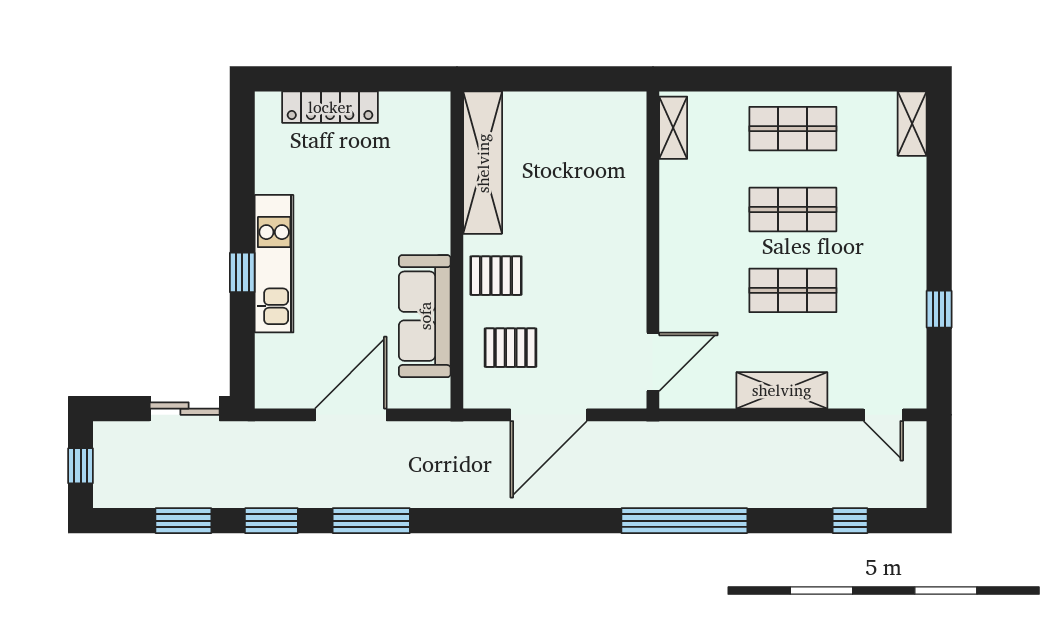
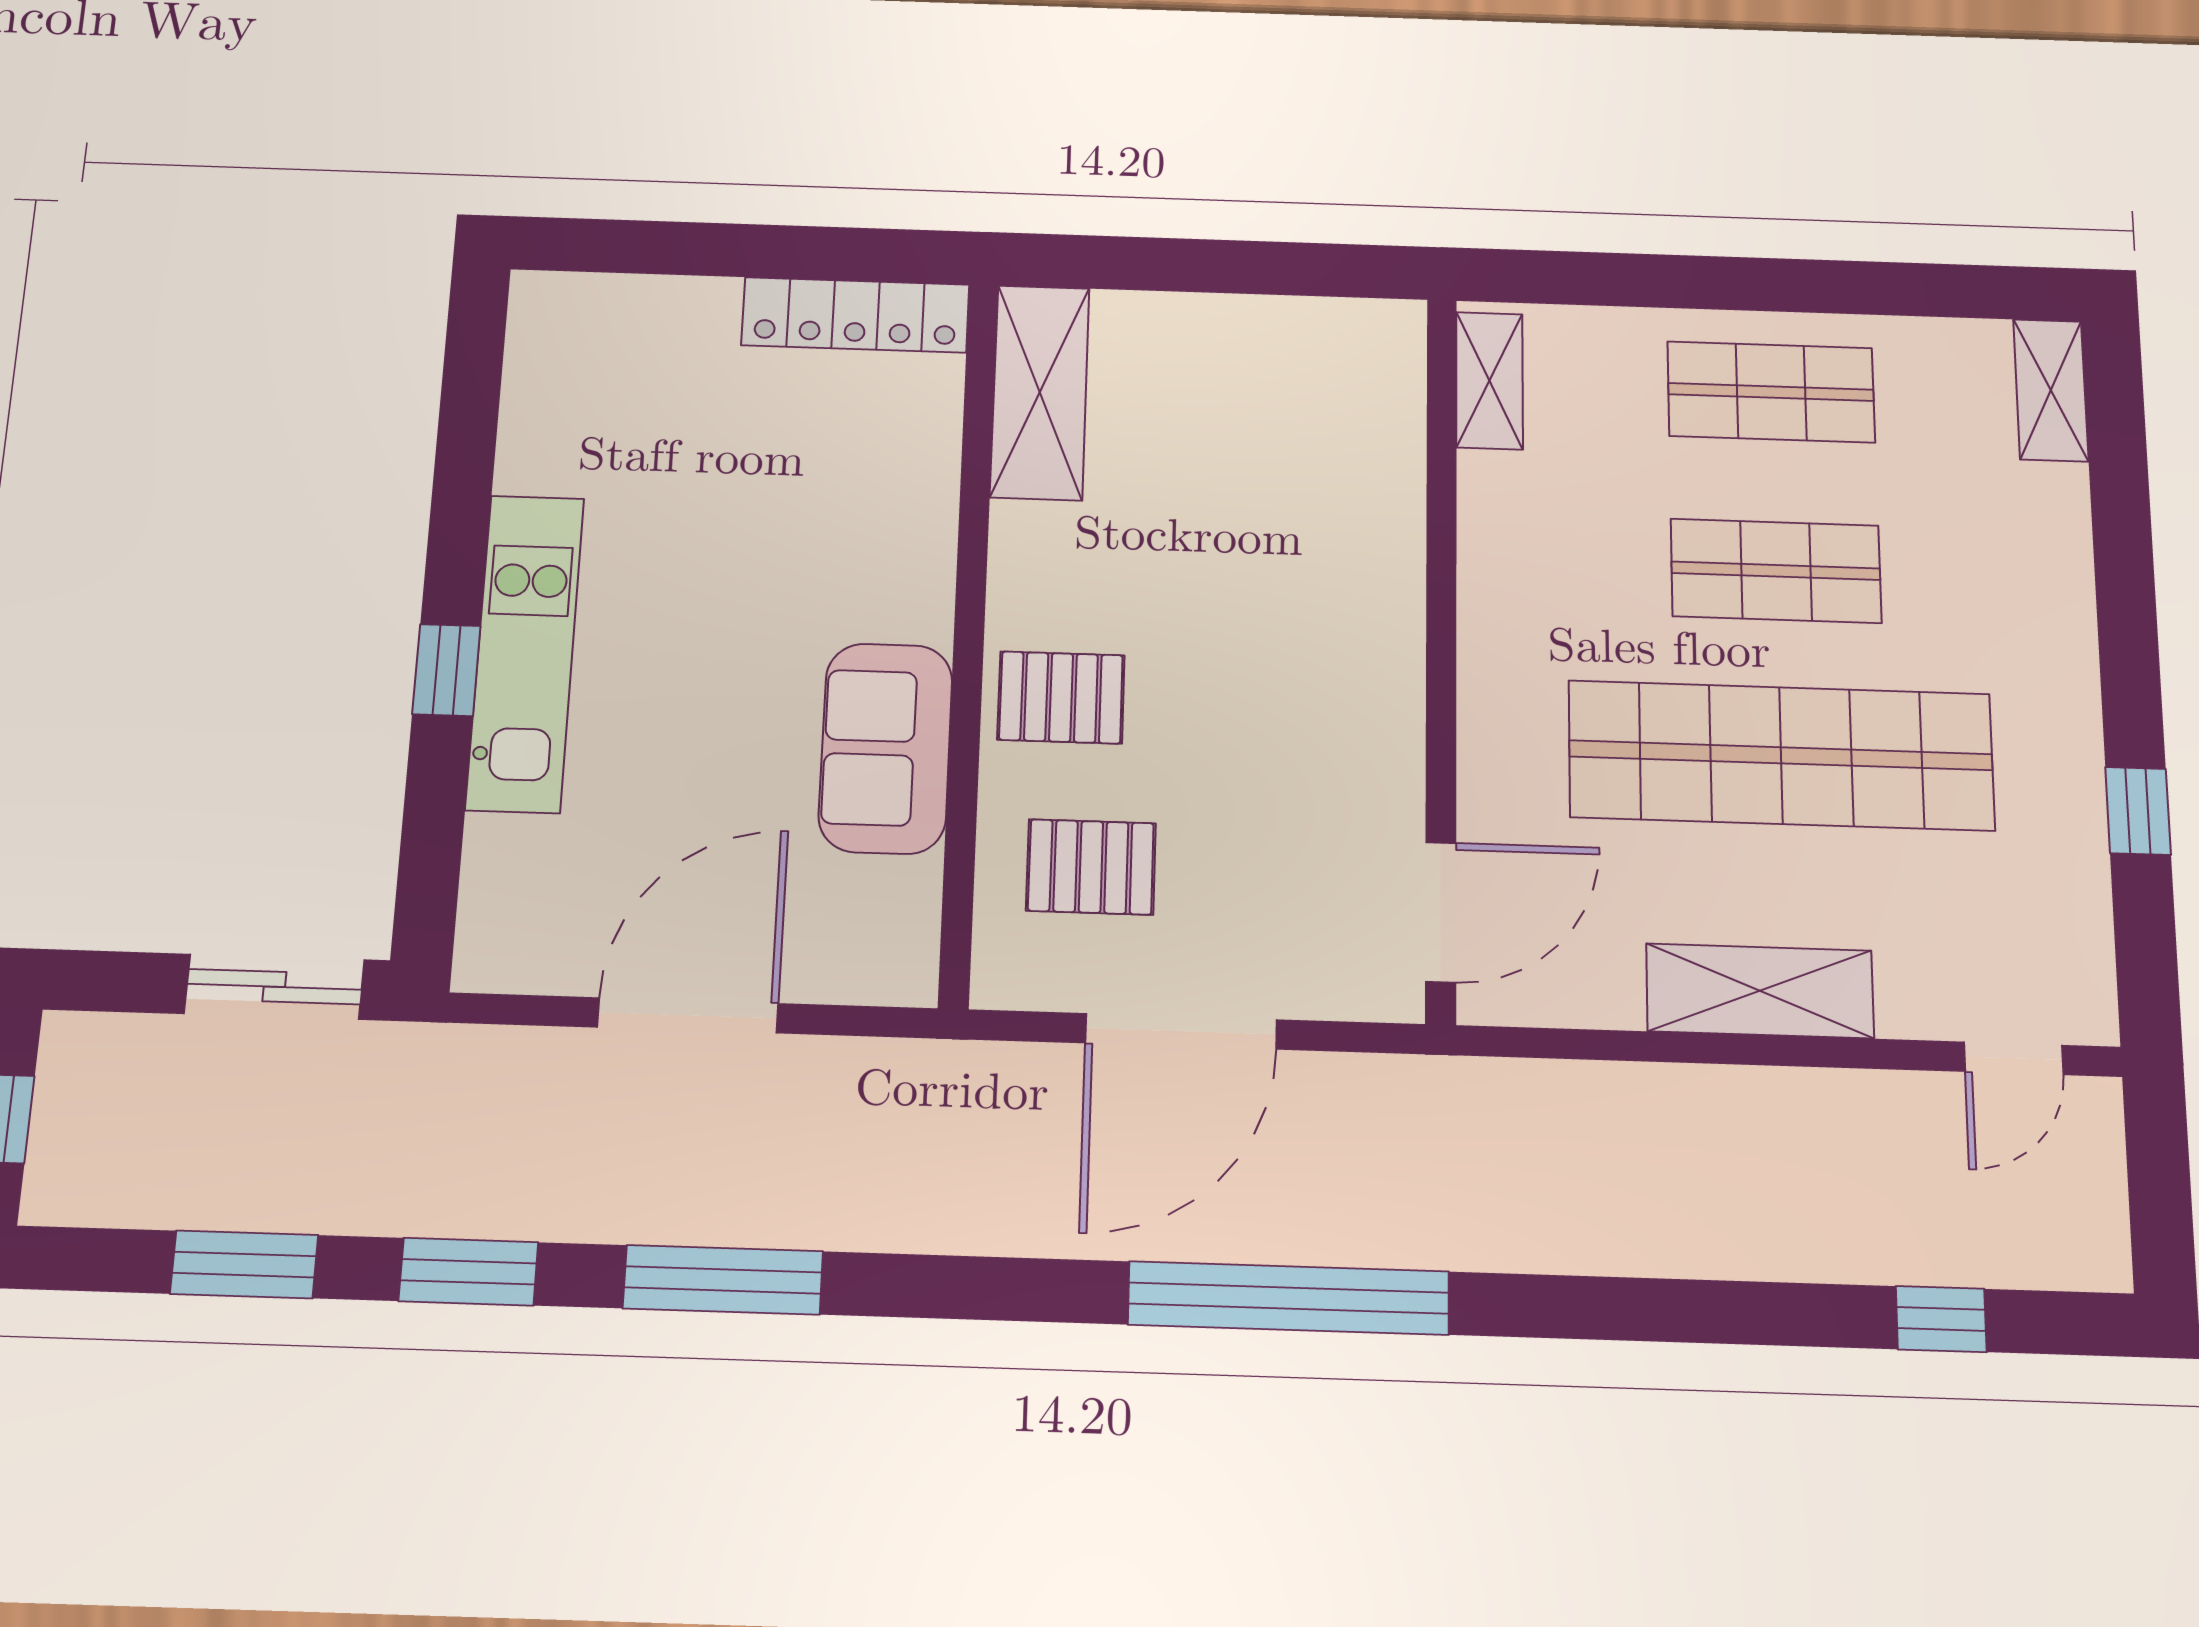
locker: (330, 107) -> (855, 315), moved
shelving: (483, 163) -> (1040, 392), width x0.68
shop shelf: (793, 290) -> (1781, 755), width x2.00, depth x1.36
sofa: (425, 316) -> (886, 748), width x0.73
door: (883, 415) -> (2014, 1058), hinge flipped
window: (684, 521) -> (1289, 1298), moved

